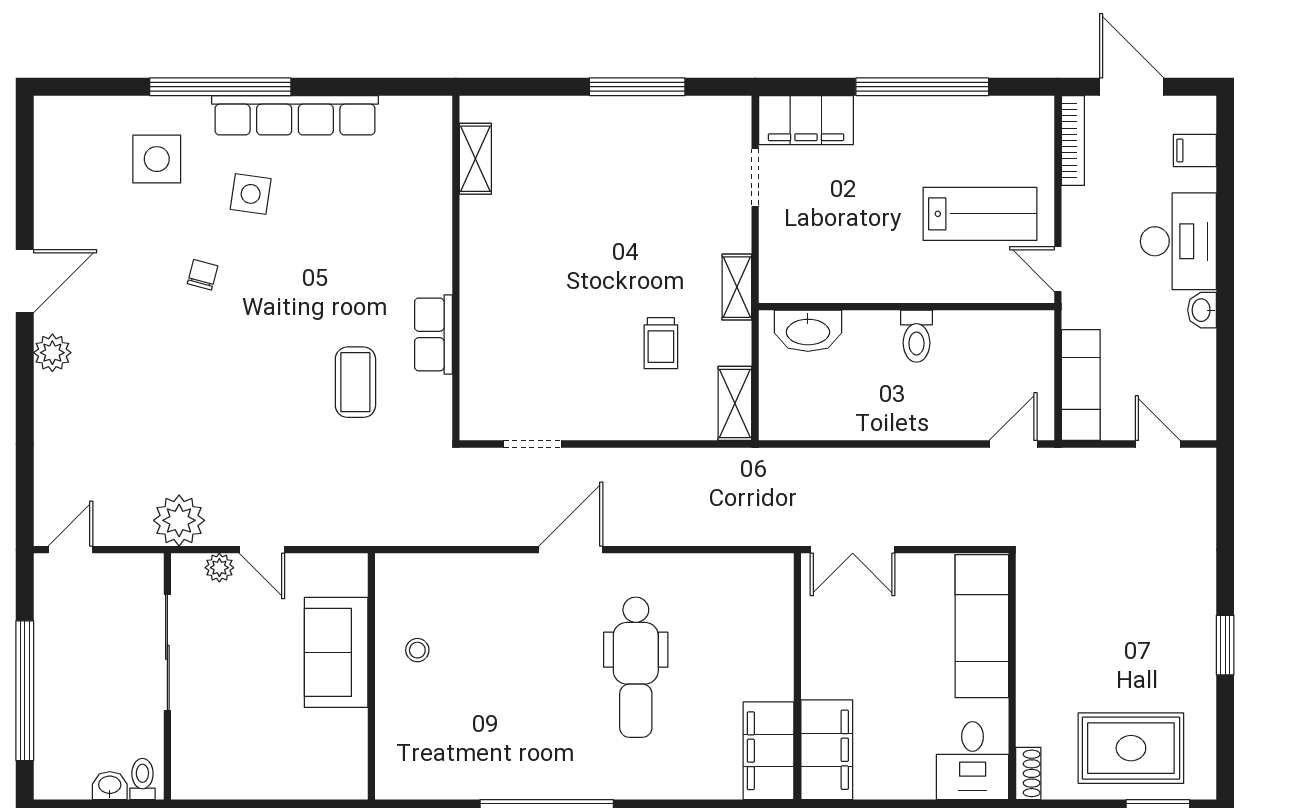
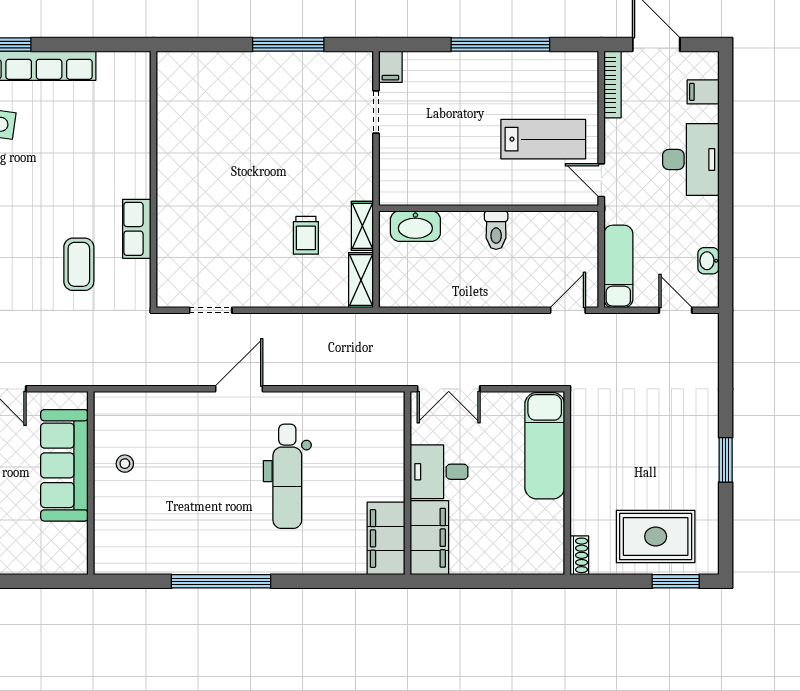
filing cabinet: (806, 120) -> (390, 67), width x0.33, depth x0.86
shelving: (475, 159) -> (168, 98), removed
shelving: (737, 287) -> (362, 226), moved
washbasin: (1202, 310) -> (708, 261), moved
sofa: (336, 652) -> (64, 465), width x1.36
desk: (973, 761) -> (439, 472), moved, turned 90

